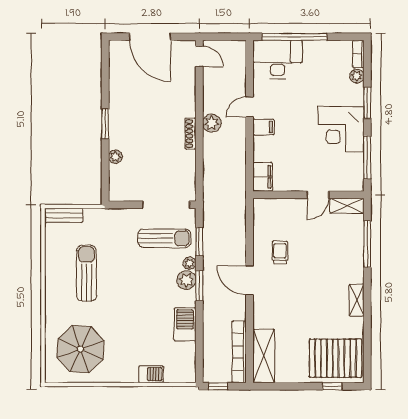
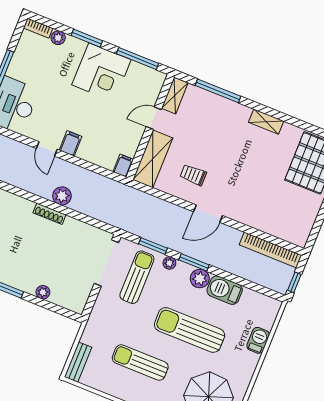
plant: (212, 123) -> (62, 196), moved
filing cabinet: (263, 177) -> (123, 166), width x0.50
door: (318, 195) -> (154, 118), swing flipped
plant: (186, 280) -> (200, 279), moved
sun lounger: (135, 307) -> (190, 330), added
shelving: (264, 356) -> (153, 159), moved, turned 90

